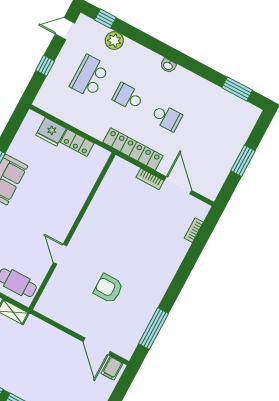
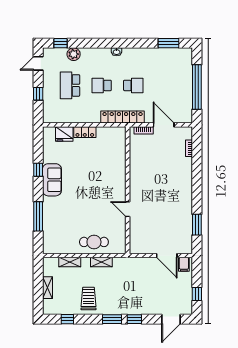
window: (243, 161) -> (197, 87), width x2.11
wall: (72, 231) -> (128, 190), moved
door: (60, 254) -> (128, 209), moved
armchair: (108, 288) -> (154, 214), removed
window: (153, 329) -> (197, 225), width x0.69

